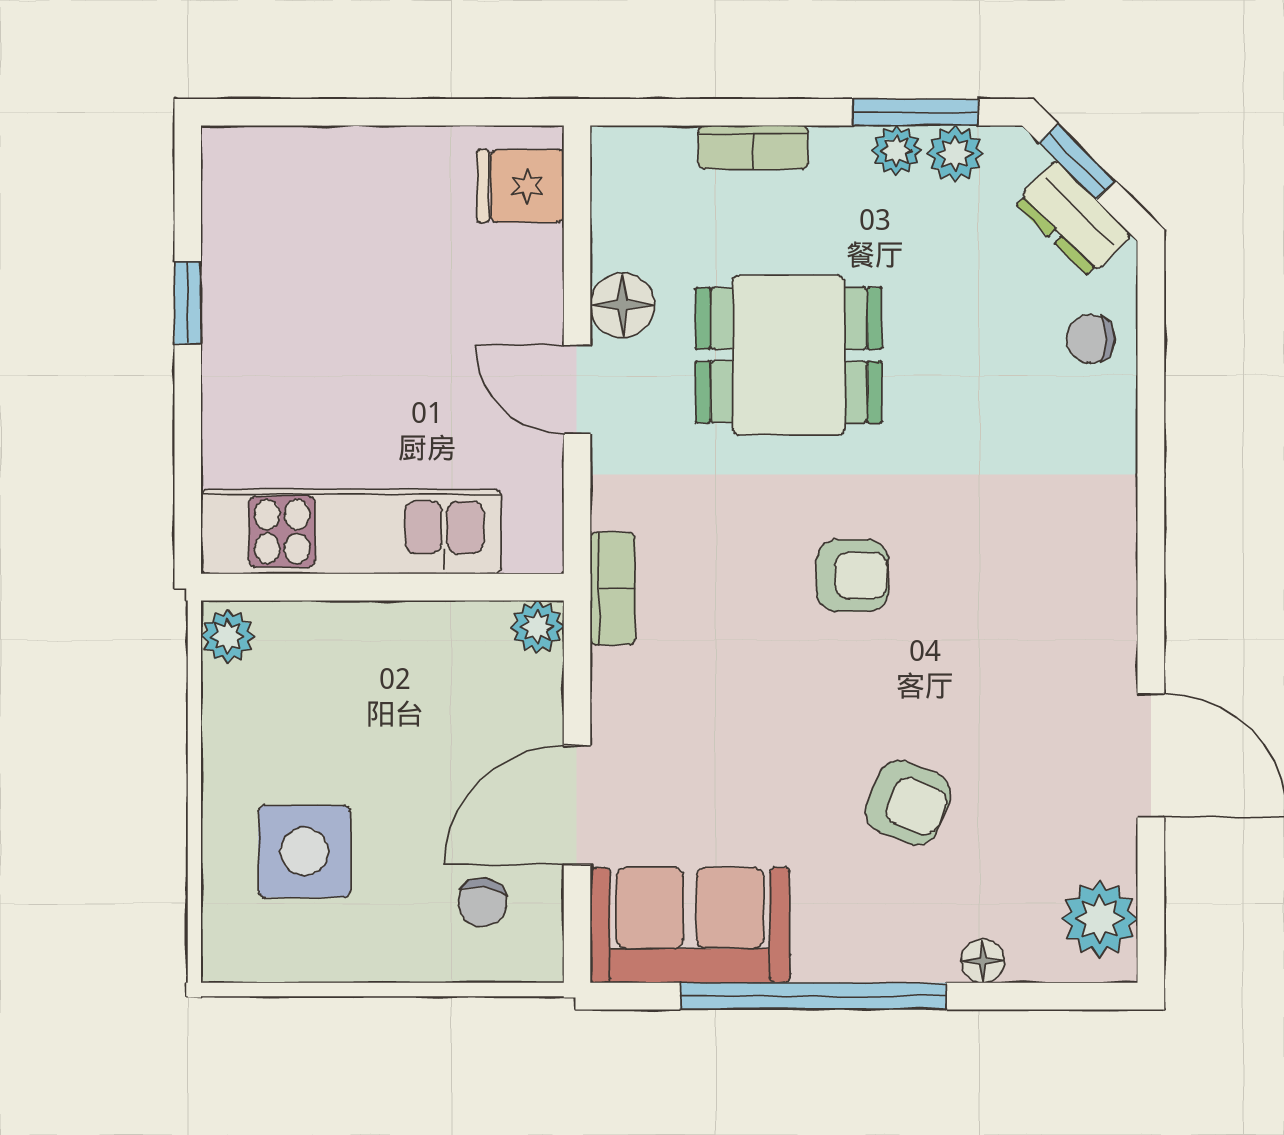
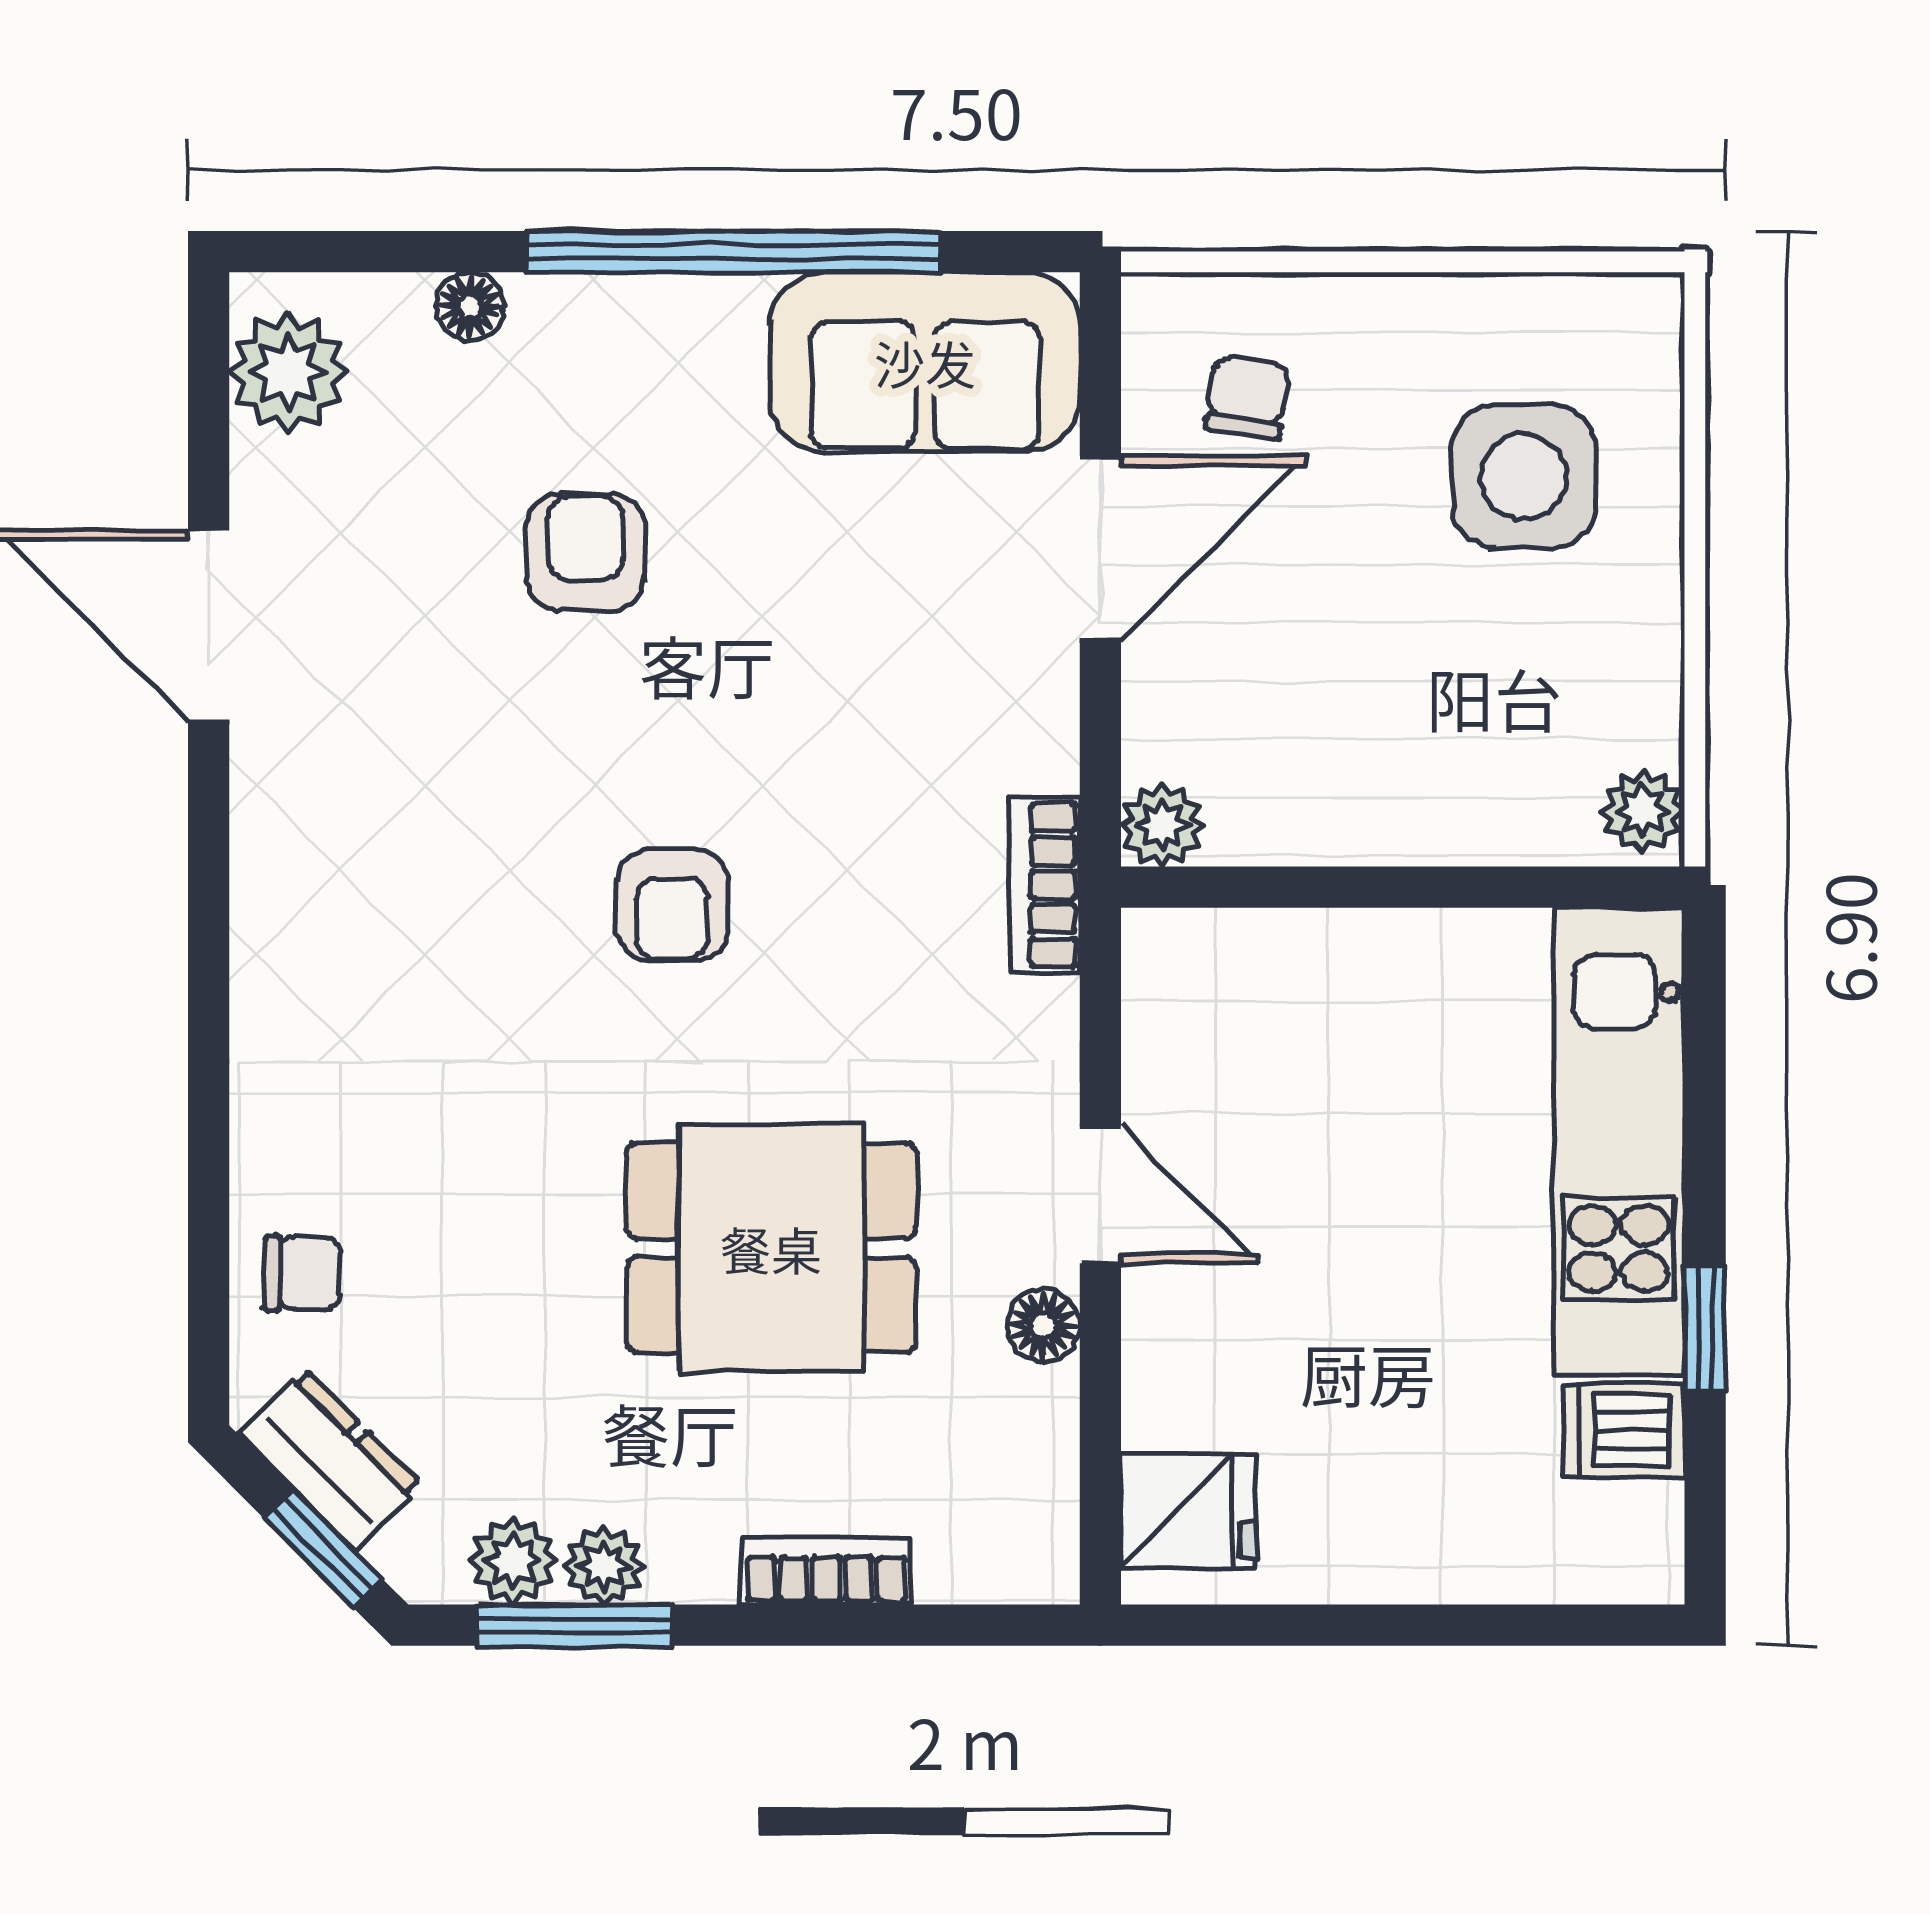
dishwasher: (240, 238) -> (1623, 1430), added
floor lamp: (622, 305) -> (1043, 1325), width x0.73, depth x0.73
kitchen unit: (351, 532) -> (1619, 1141), moved, turned 90
armchair: (852, 576) -> (672, 905), turned -90
armchair: (908, 803) -> (586, 552), turned 68

